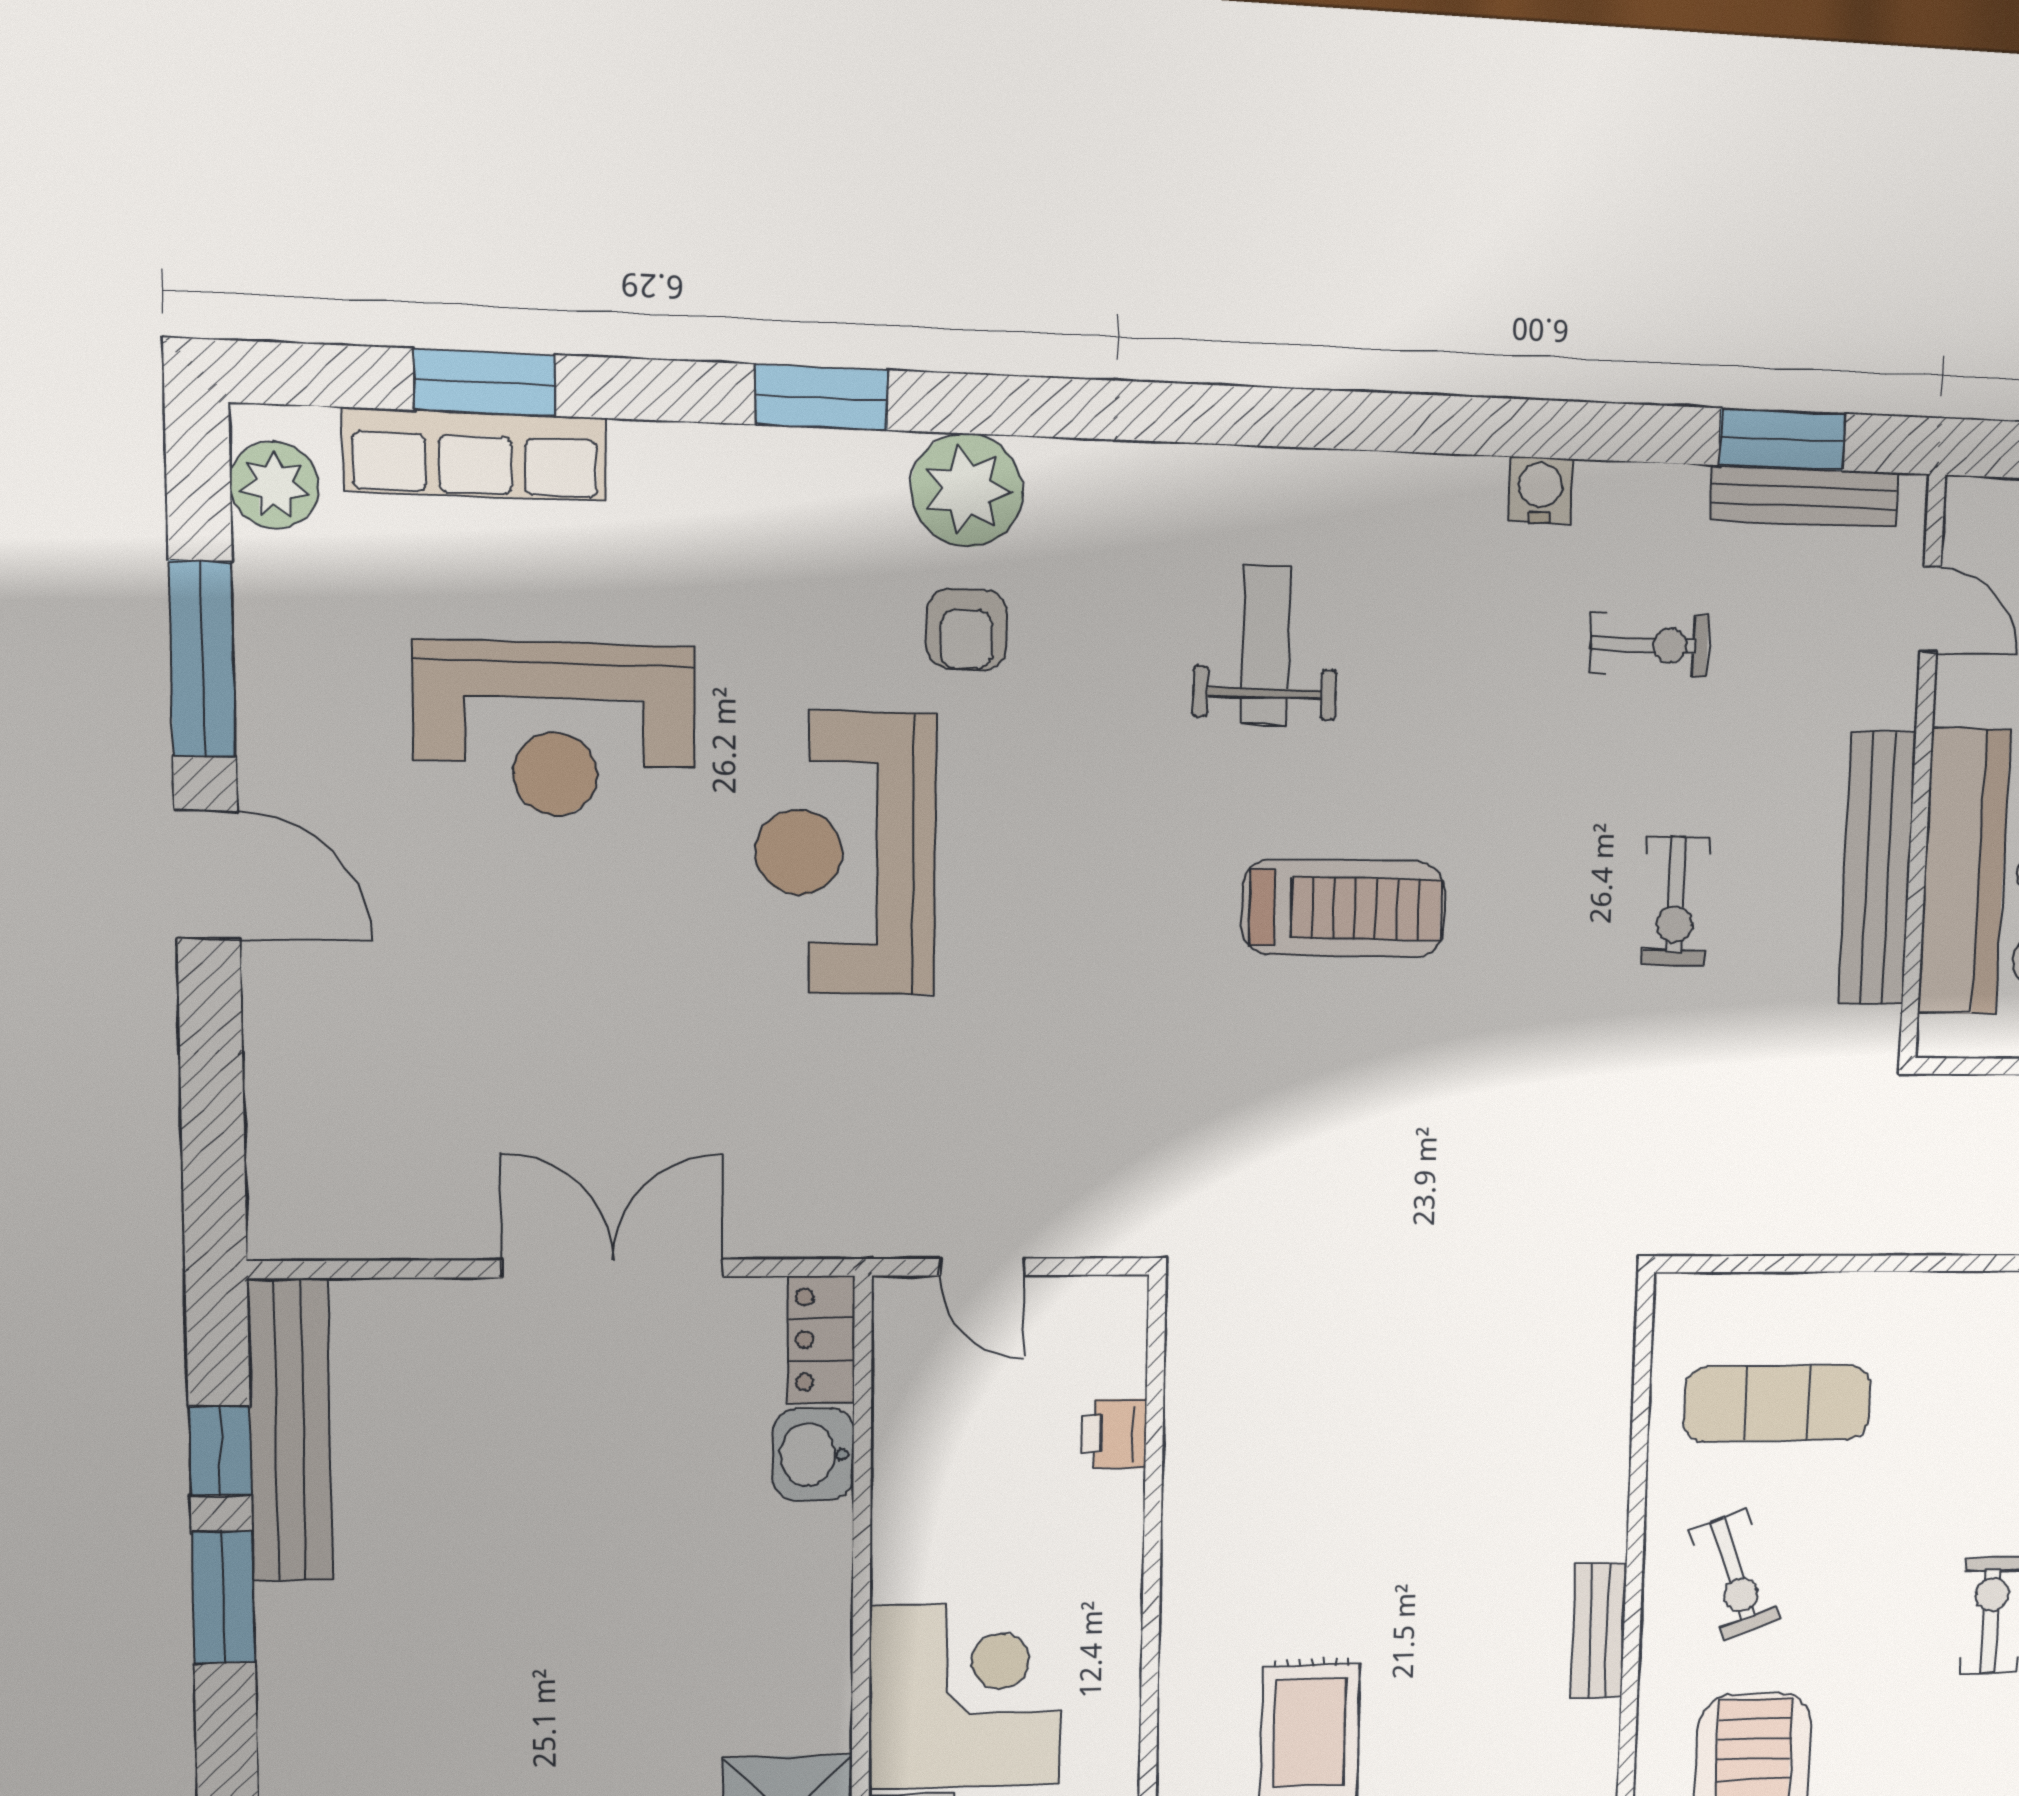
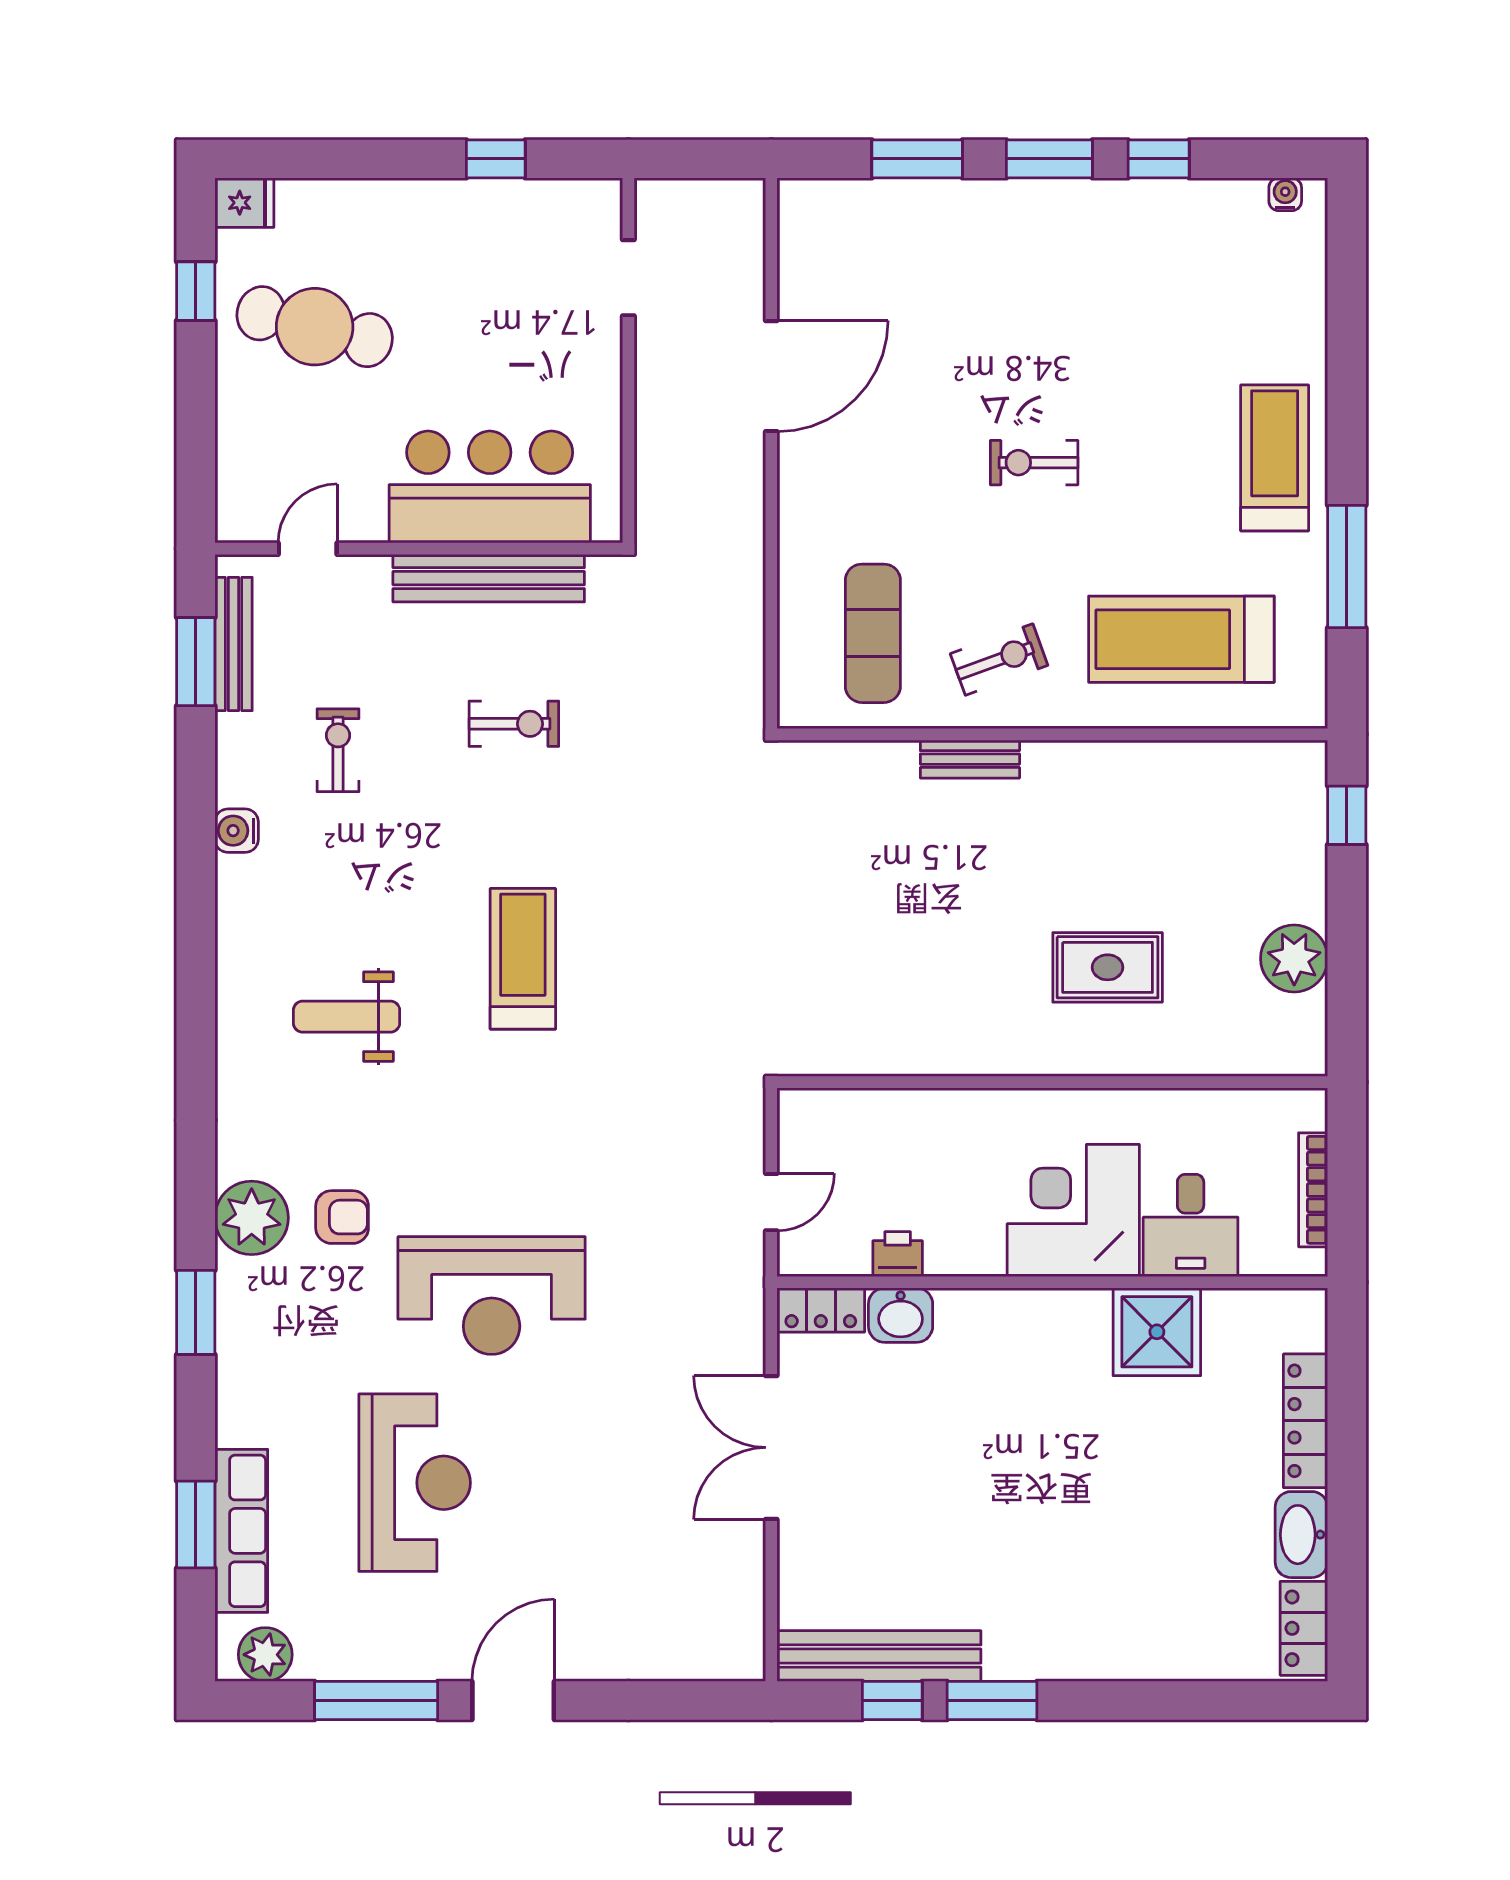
printer: (1114, 1434) -> (898, 1254), moved, turned 180
bench: (1599, 1631) -> (970, 759), moved

